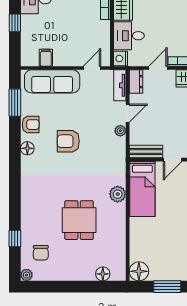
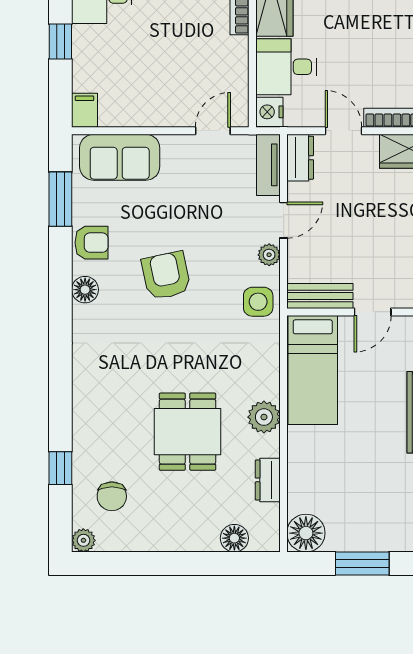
filing cabinet: (46, 58) -> (85, 110), moved
door: (158, 68) -> (344, 131), hinge flipped
sofa: (52, 81) -> (120, 157), width x0.73
armchair: (68, 141) -> (166, 276), turned 78
side table: (115, 154) -> (258, 302), added
plant: (118, 194) -> (264, 417), moved
dresser: (120, 244) -> (268, 480), added

